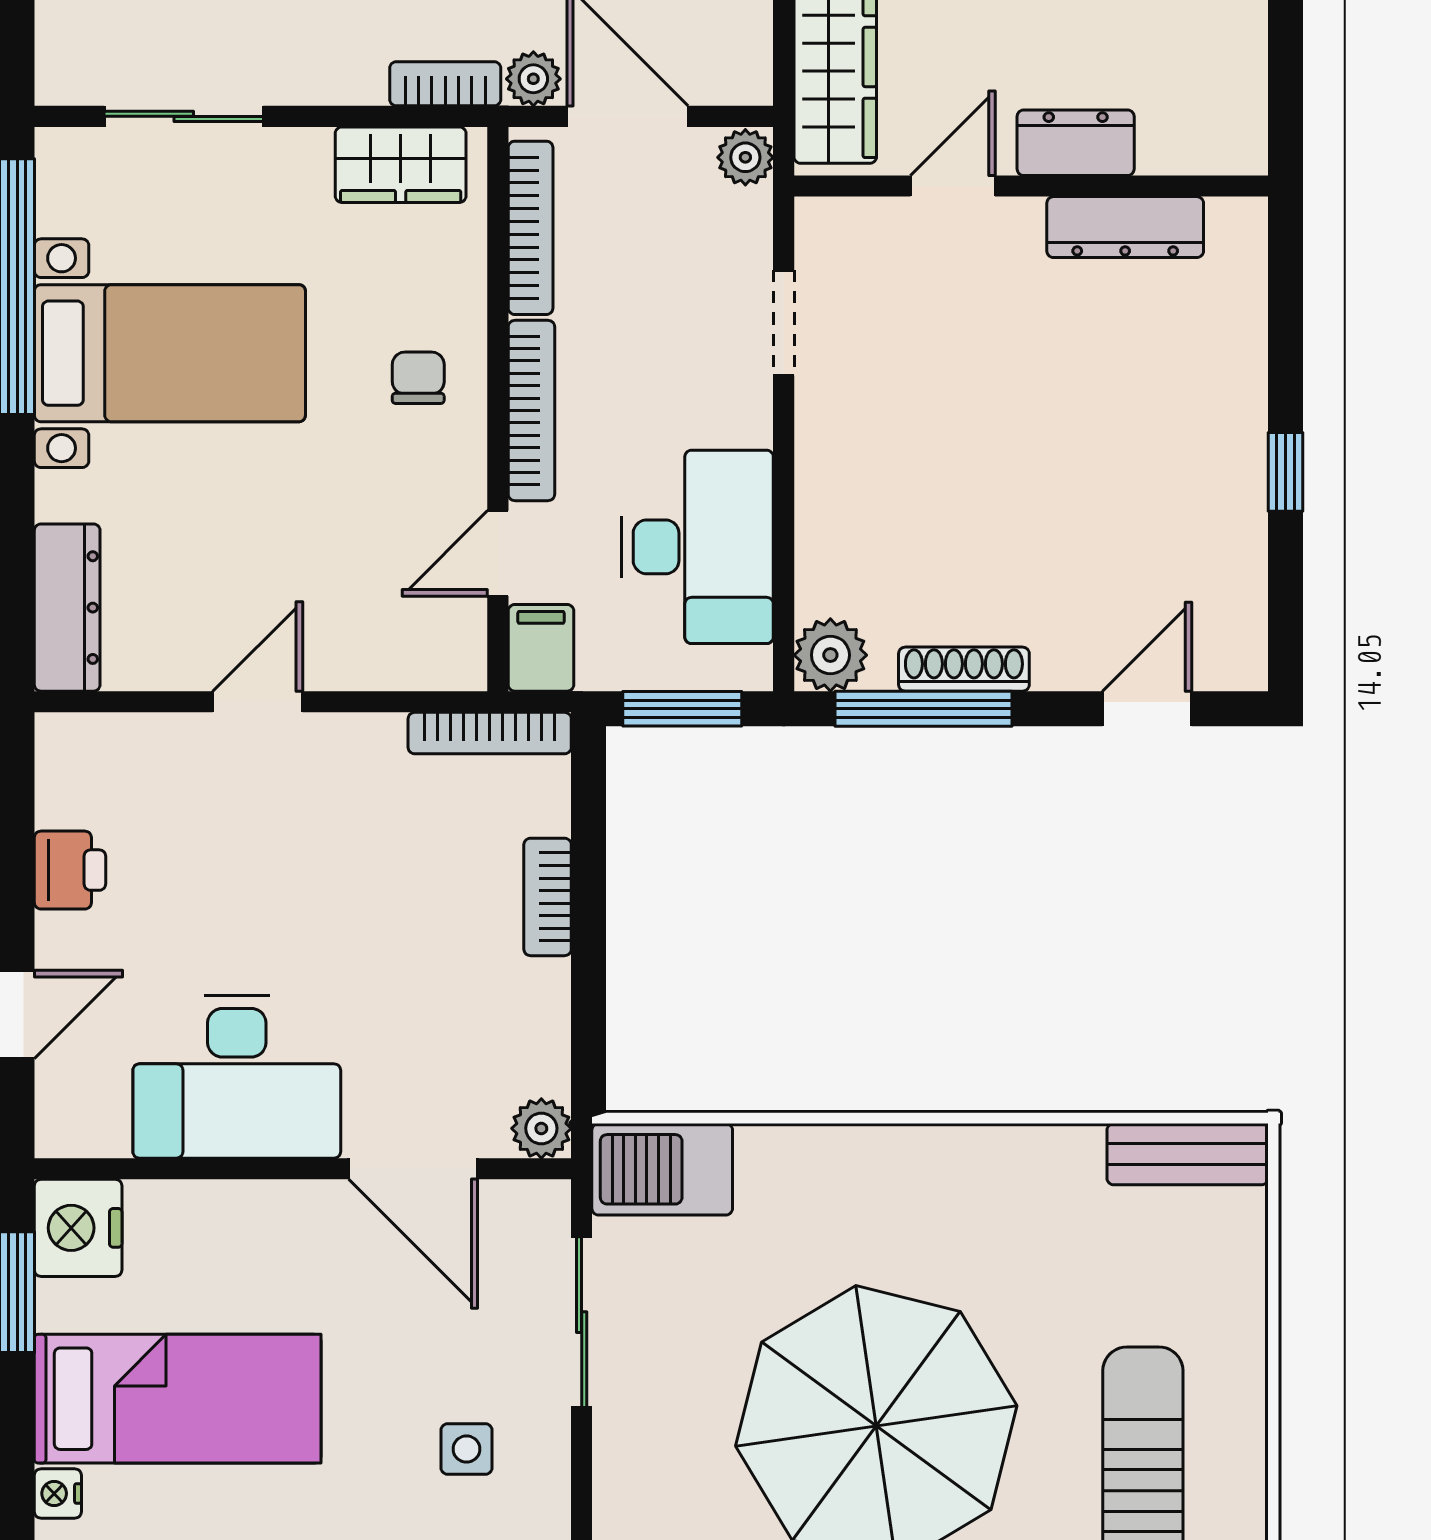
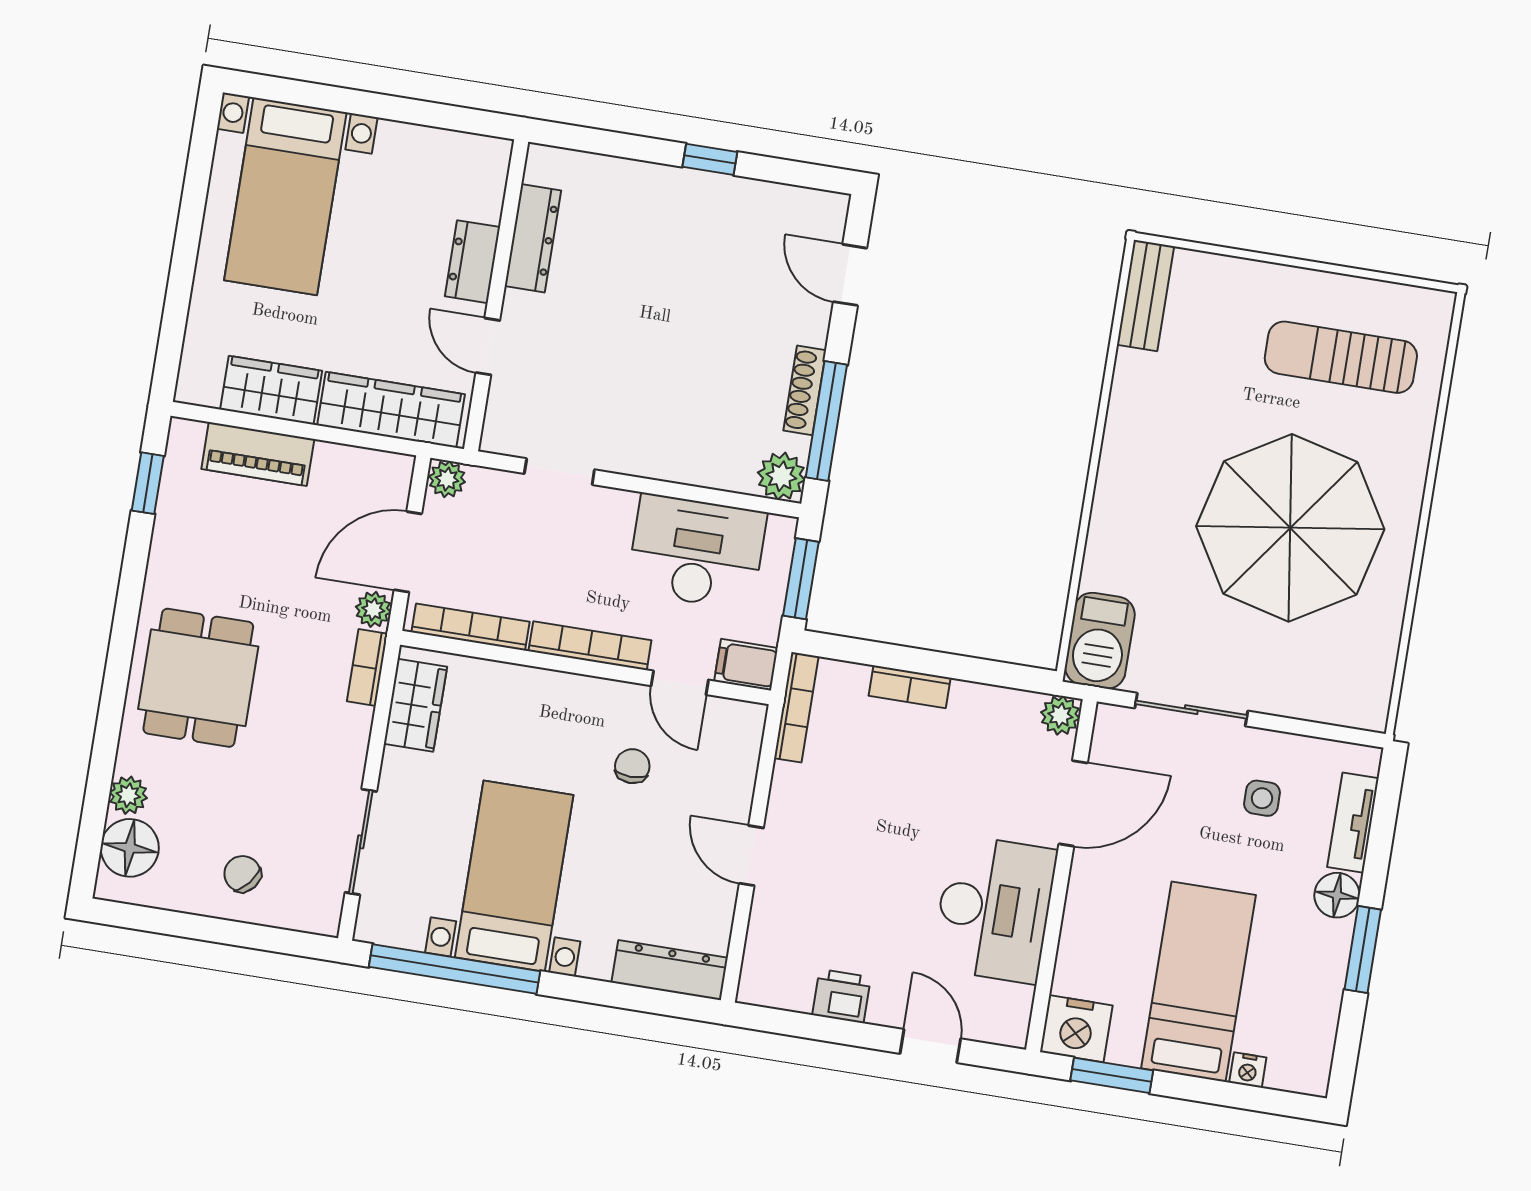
chair: (418, 378) -> (632, 766), moved, turned 90

